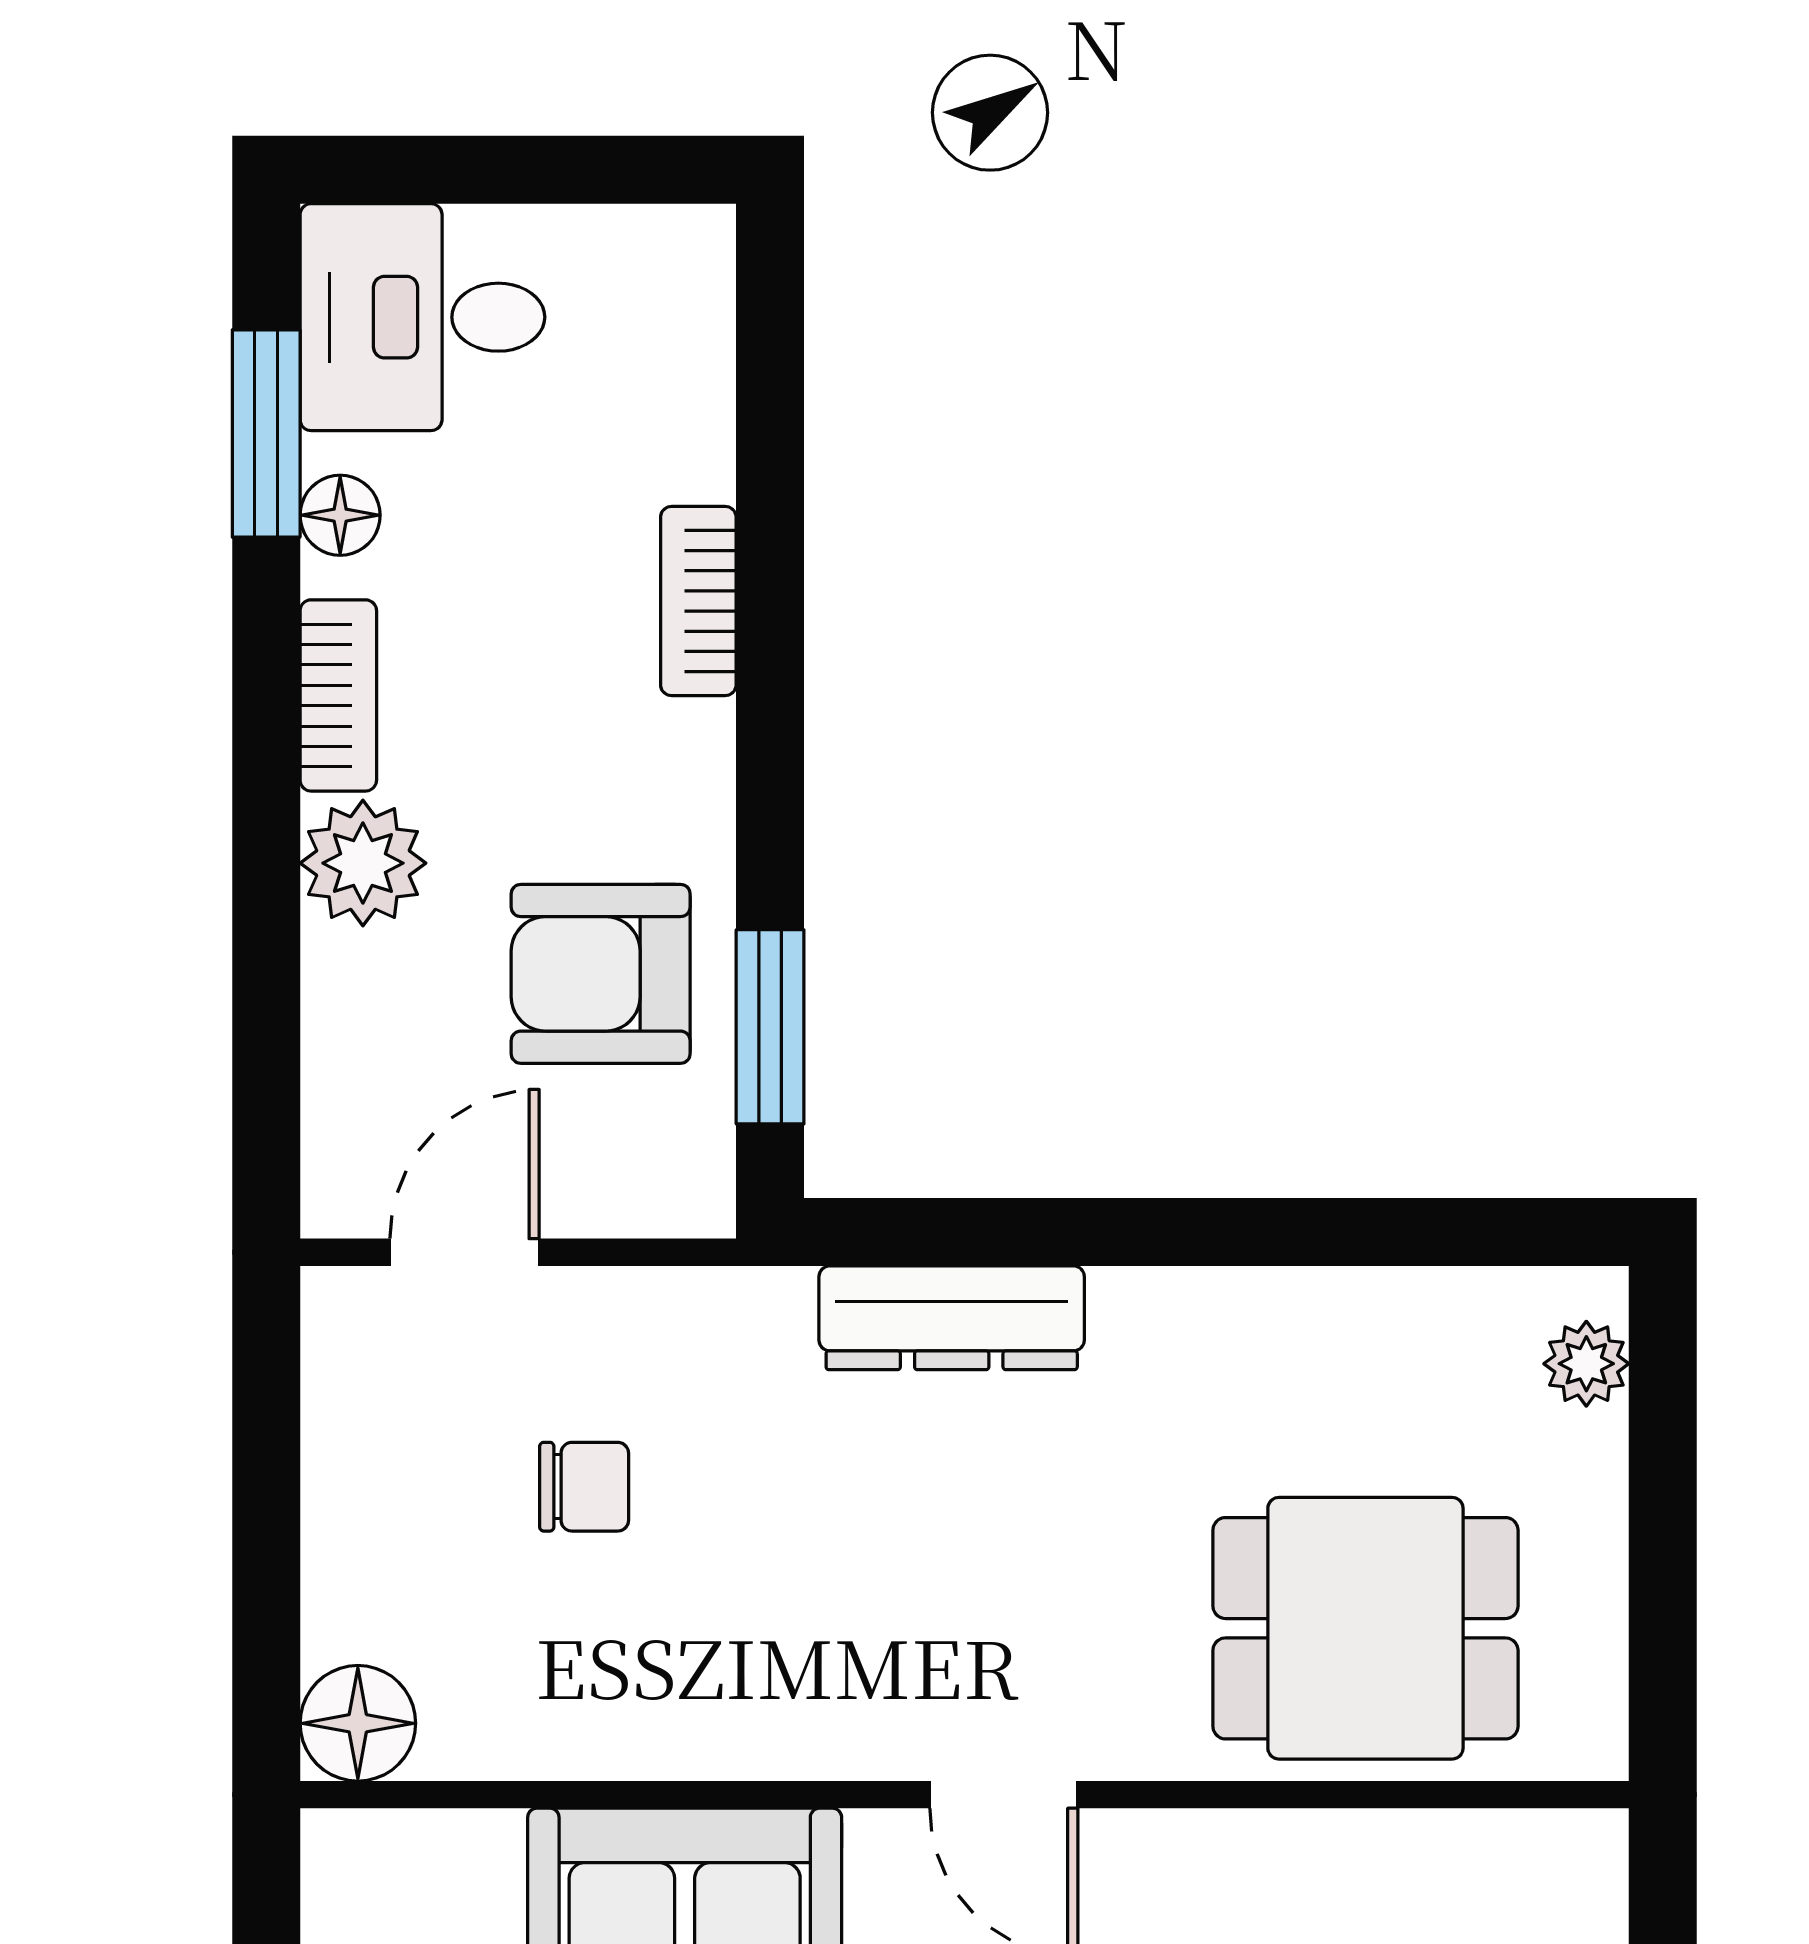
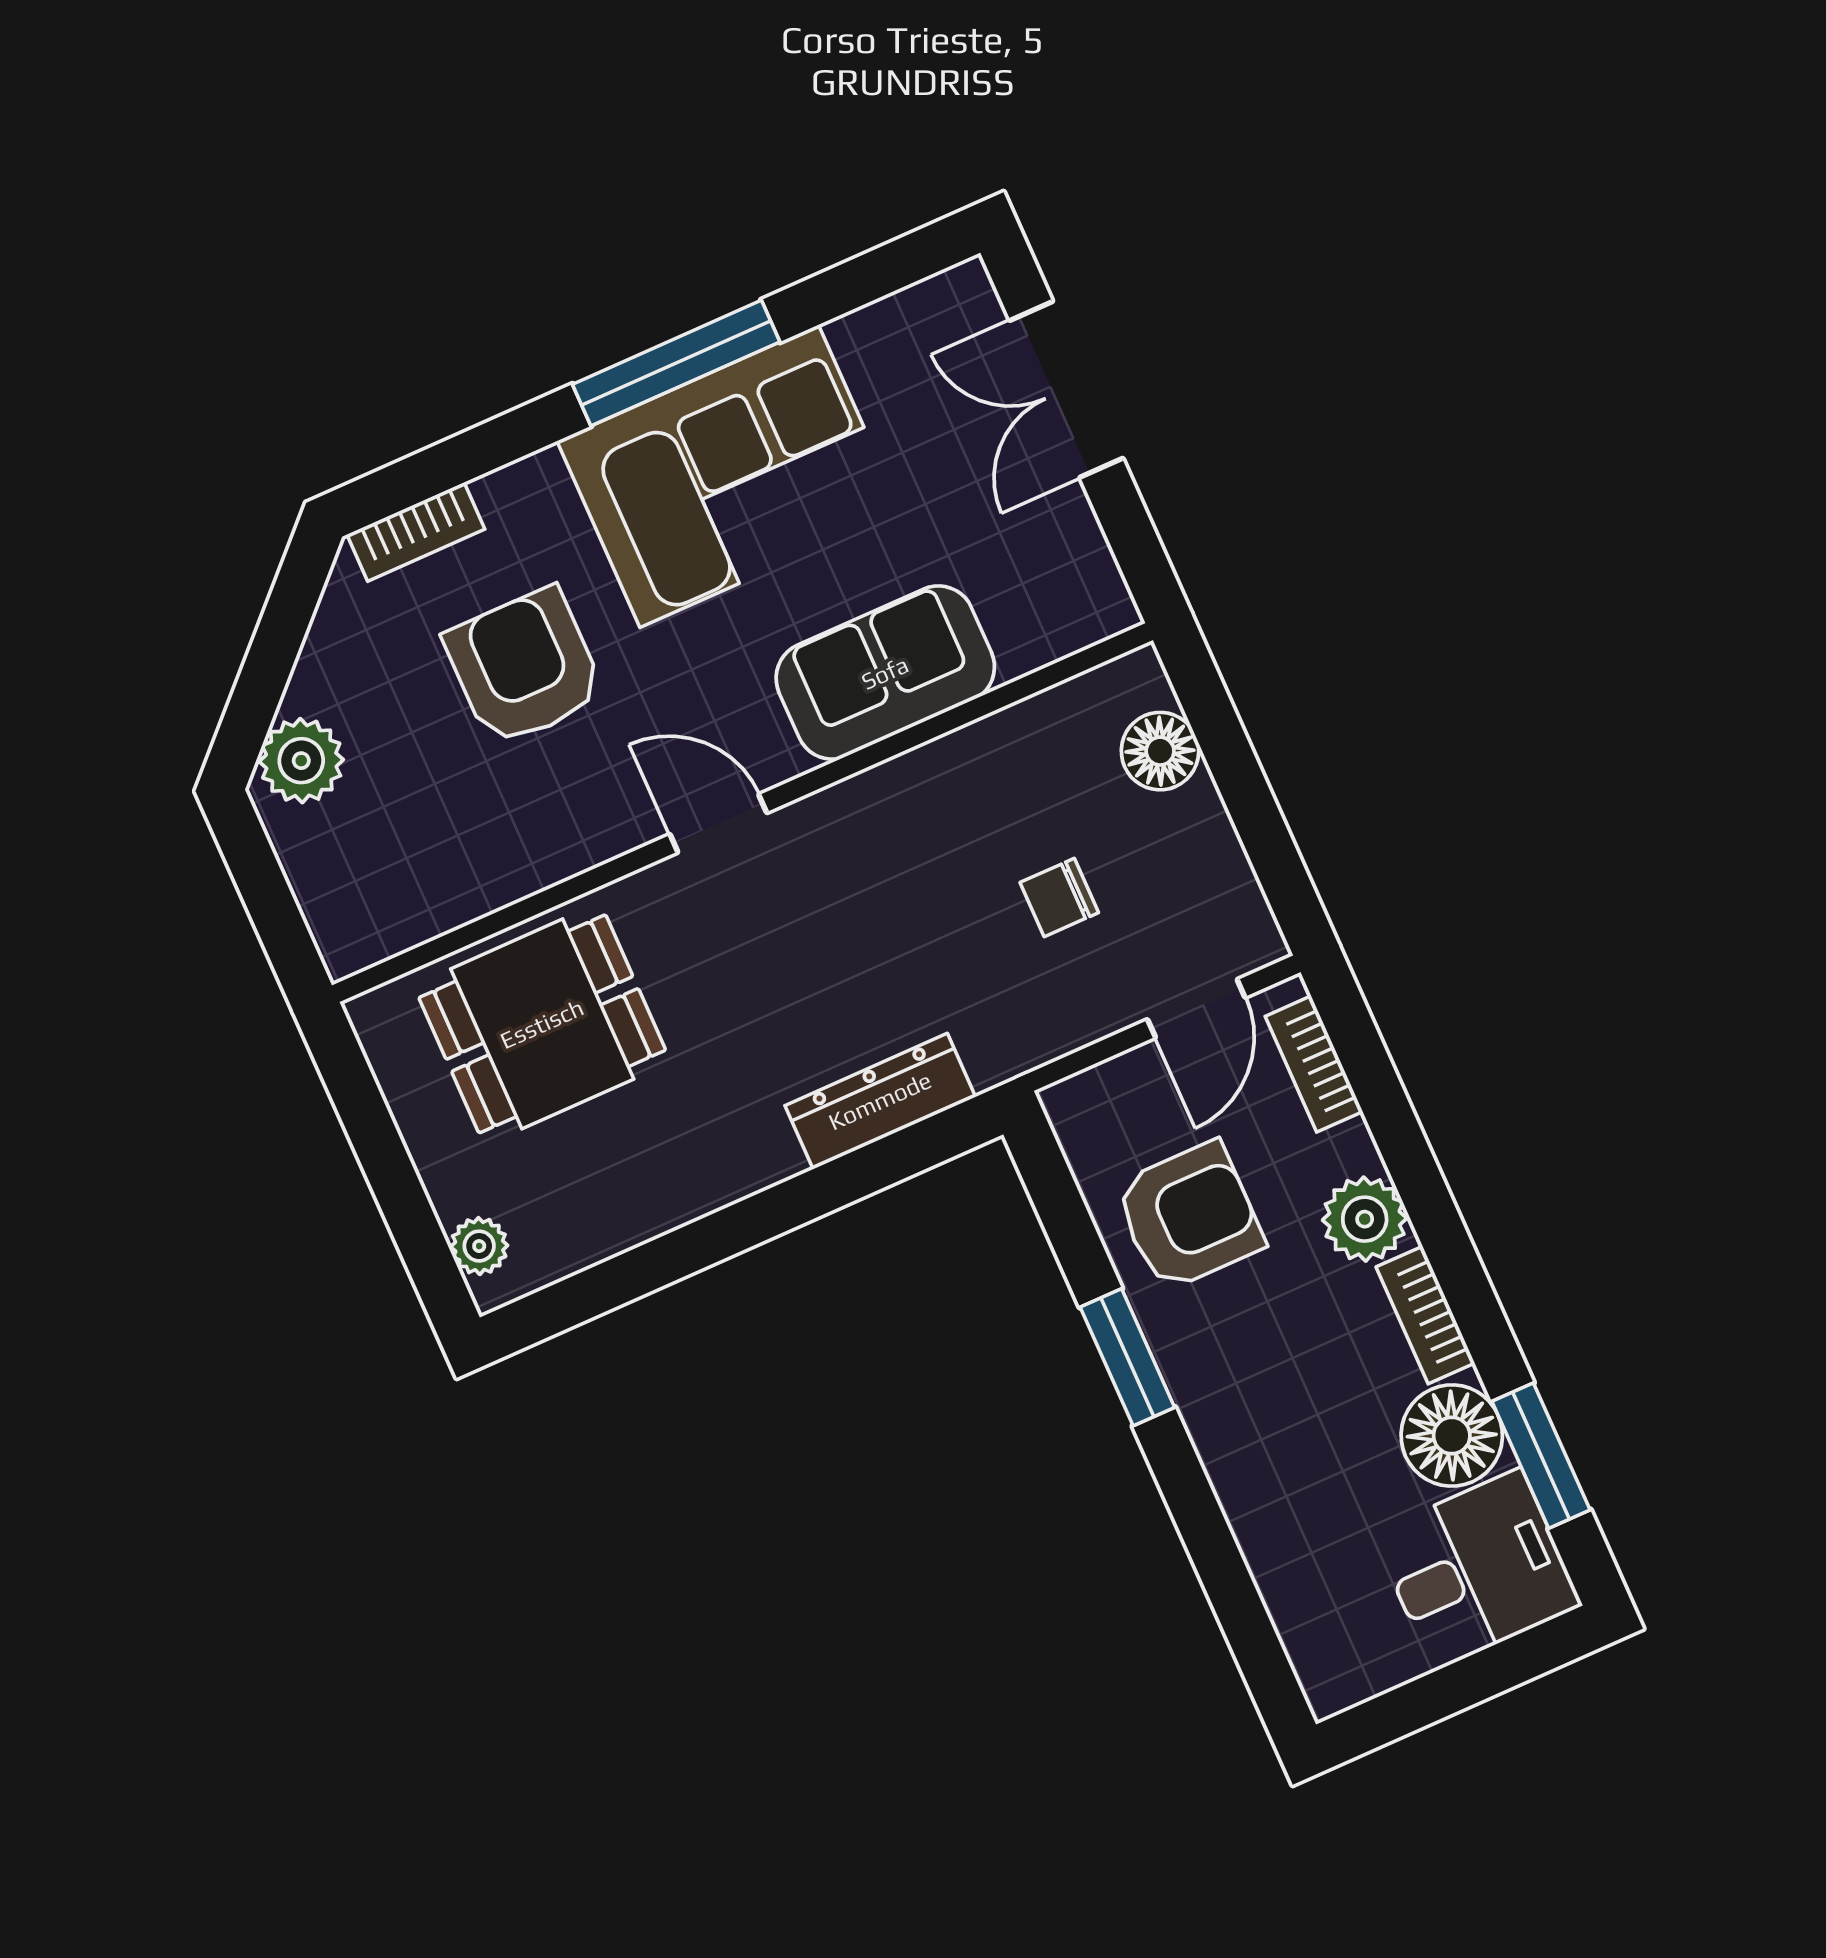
floor lamp: (340, 515) -> (1452, 1436), width x1.89, depth x1.89
bookcase: (698, 601) -> (1314, 1064), moved, turned 180
window: (770, 1027) -> (1127, 1357), moved
floor lamp: (358, 1723) -> (1160, 751), moved

